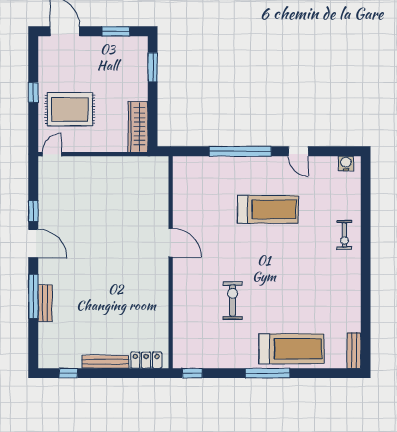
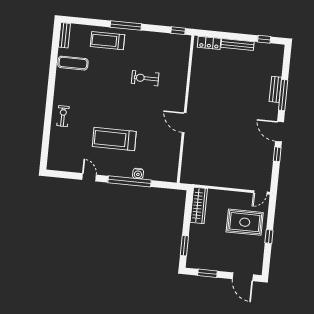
water cooler: (346, 164) -> (138, 174), moved
exercise bike: (233, 301) -> (145, 78), turned 90
exercise mat: (338, 312) -> (73, 63), added
treadmill: (292, 349) -> (108, 41), width x0.73, depth x0.73

